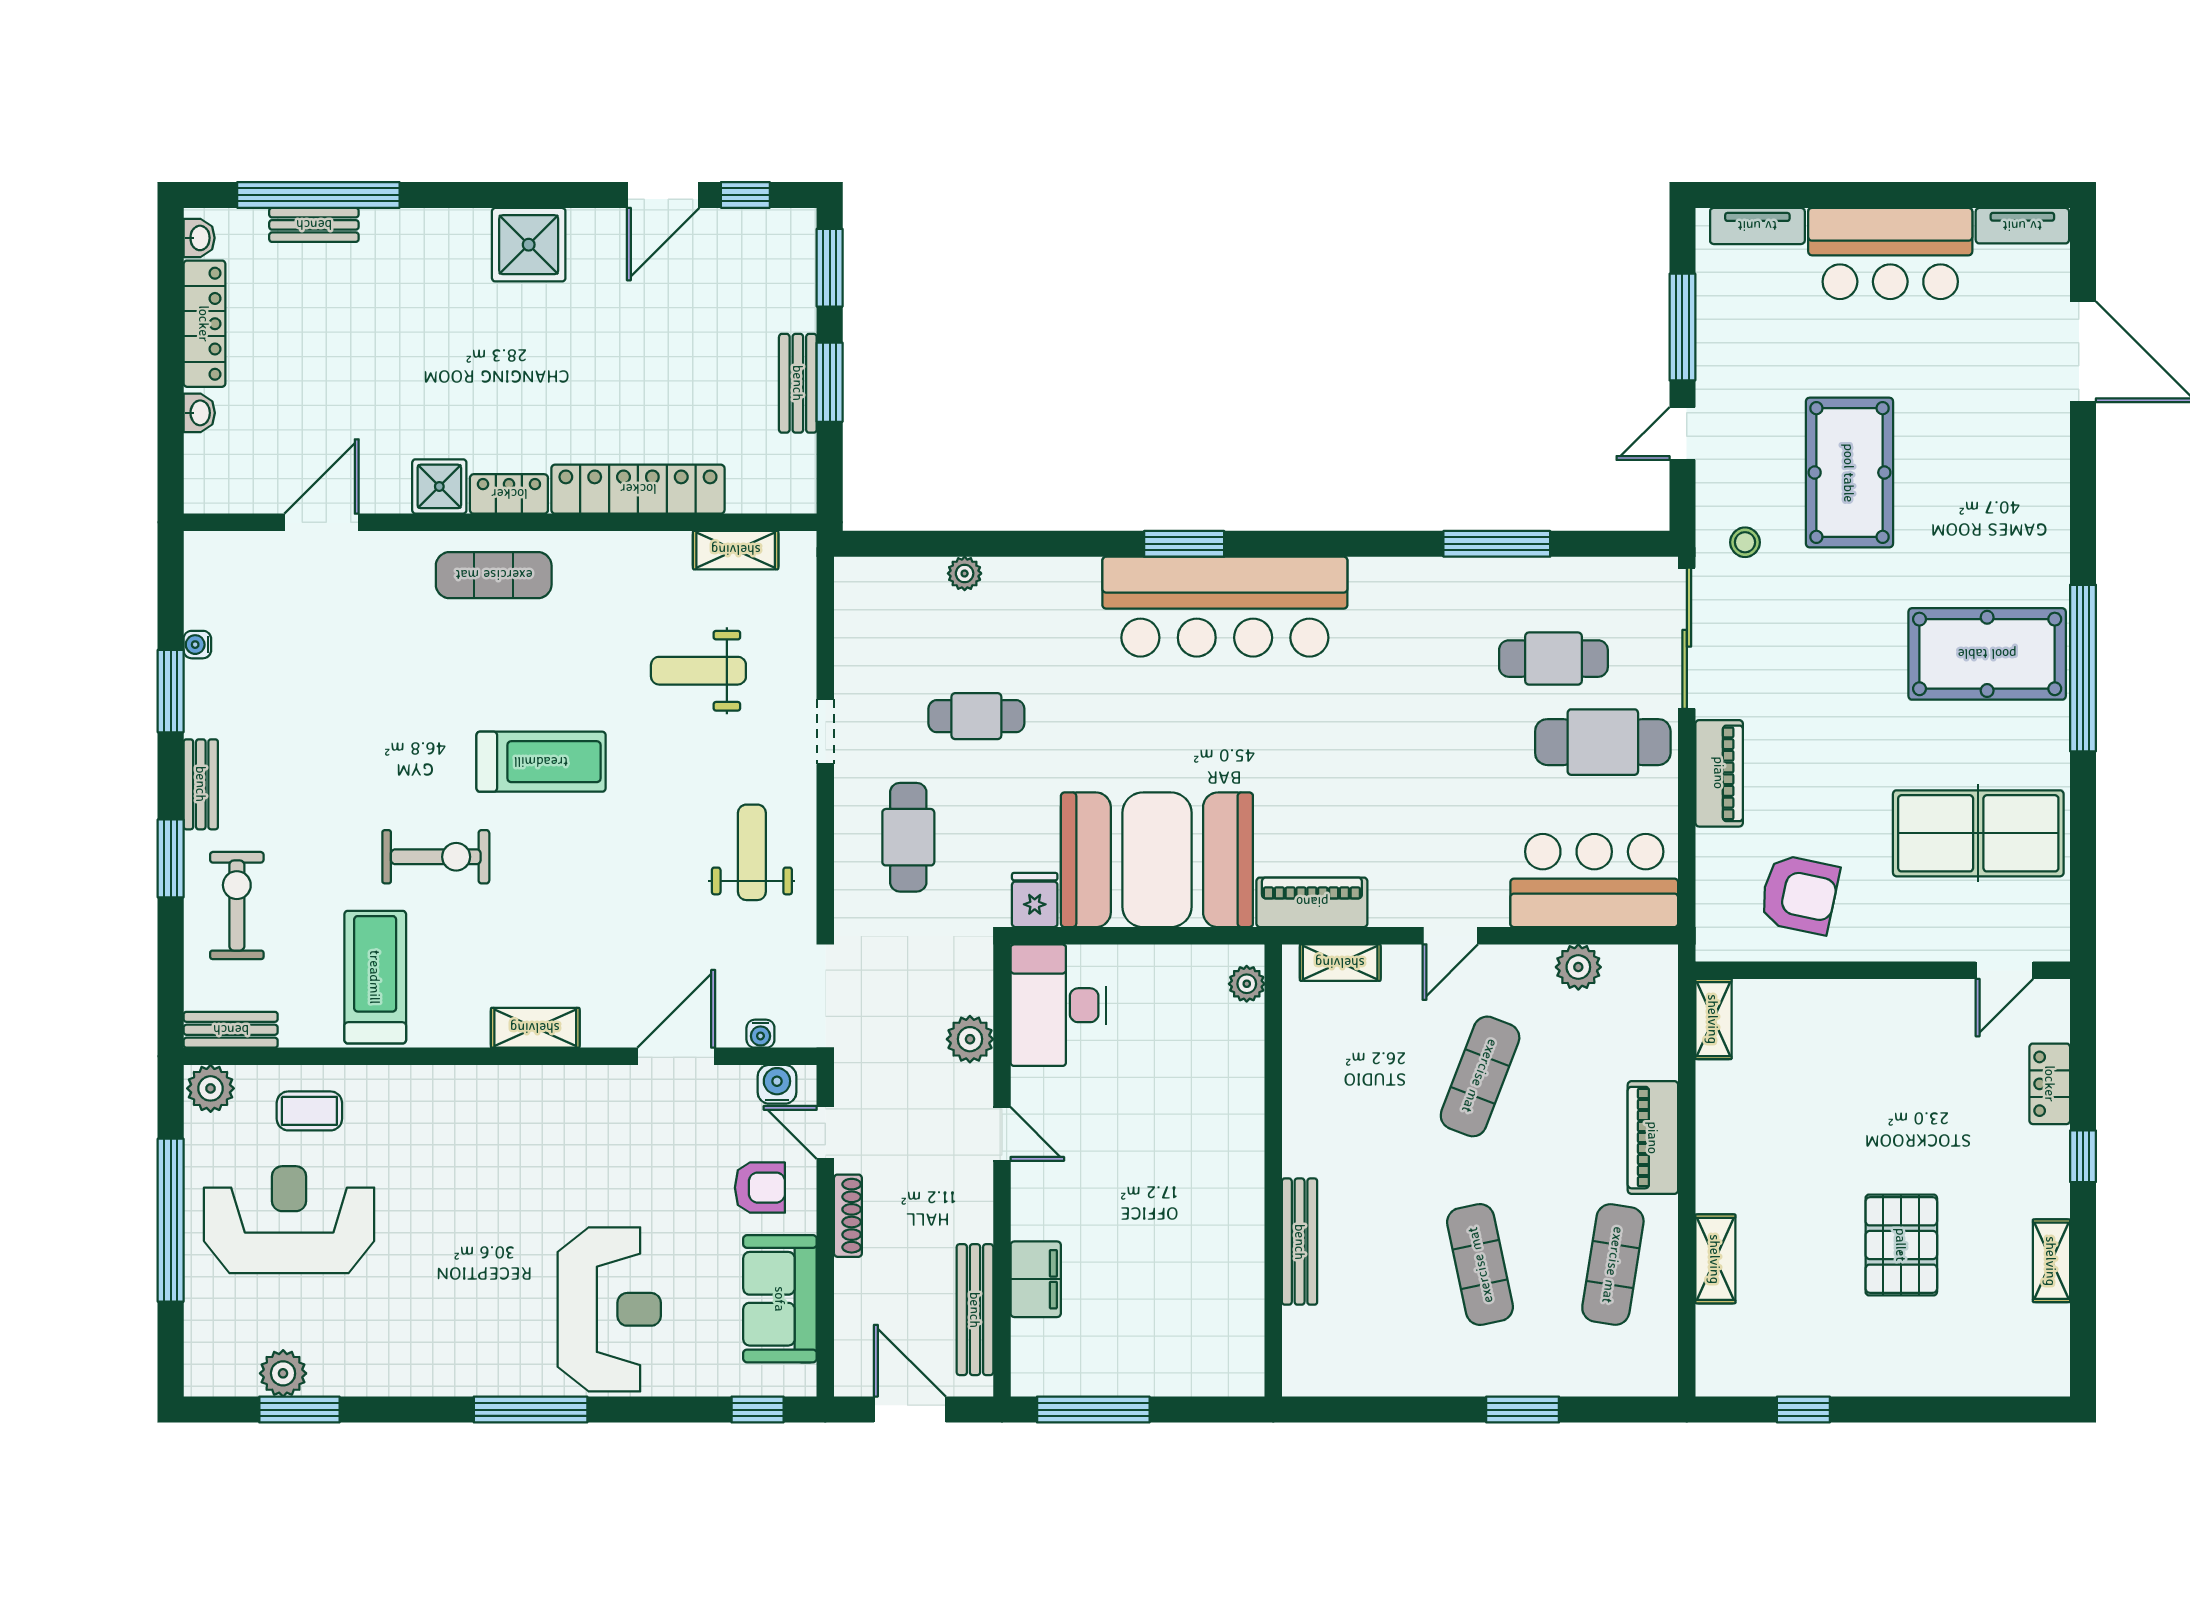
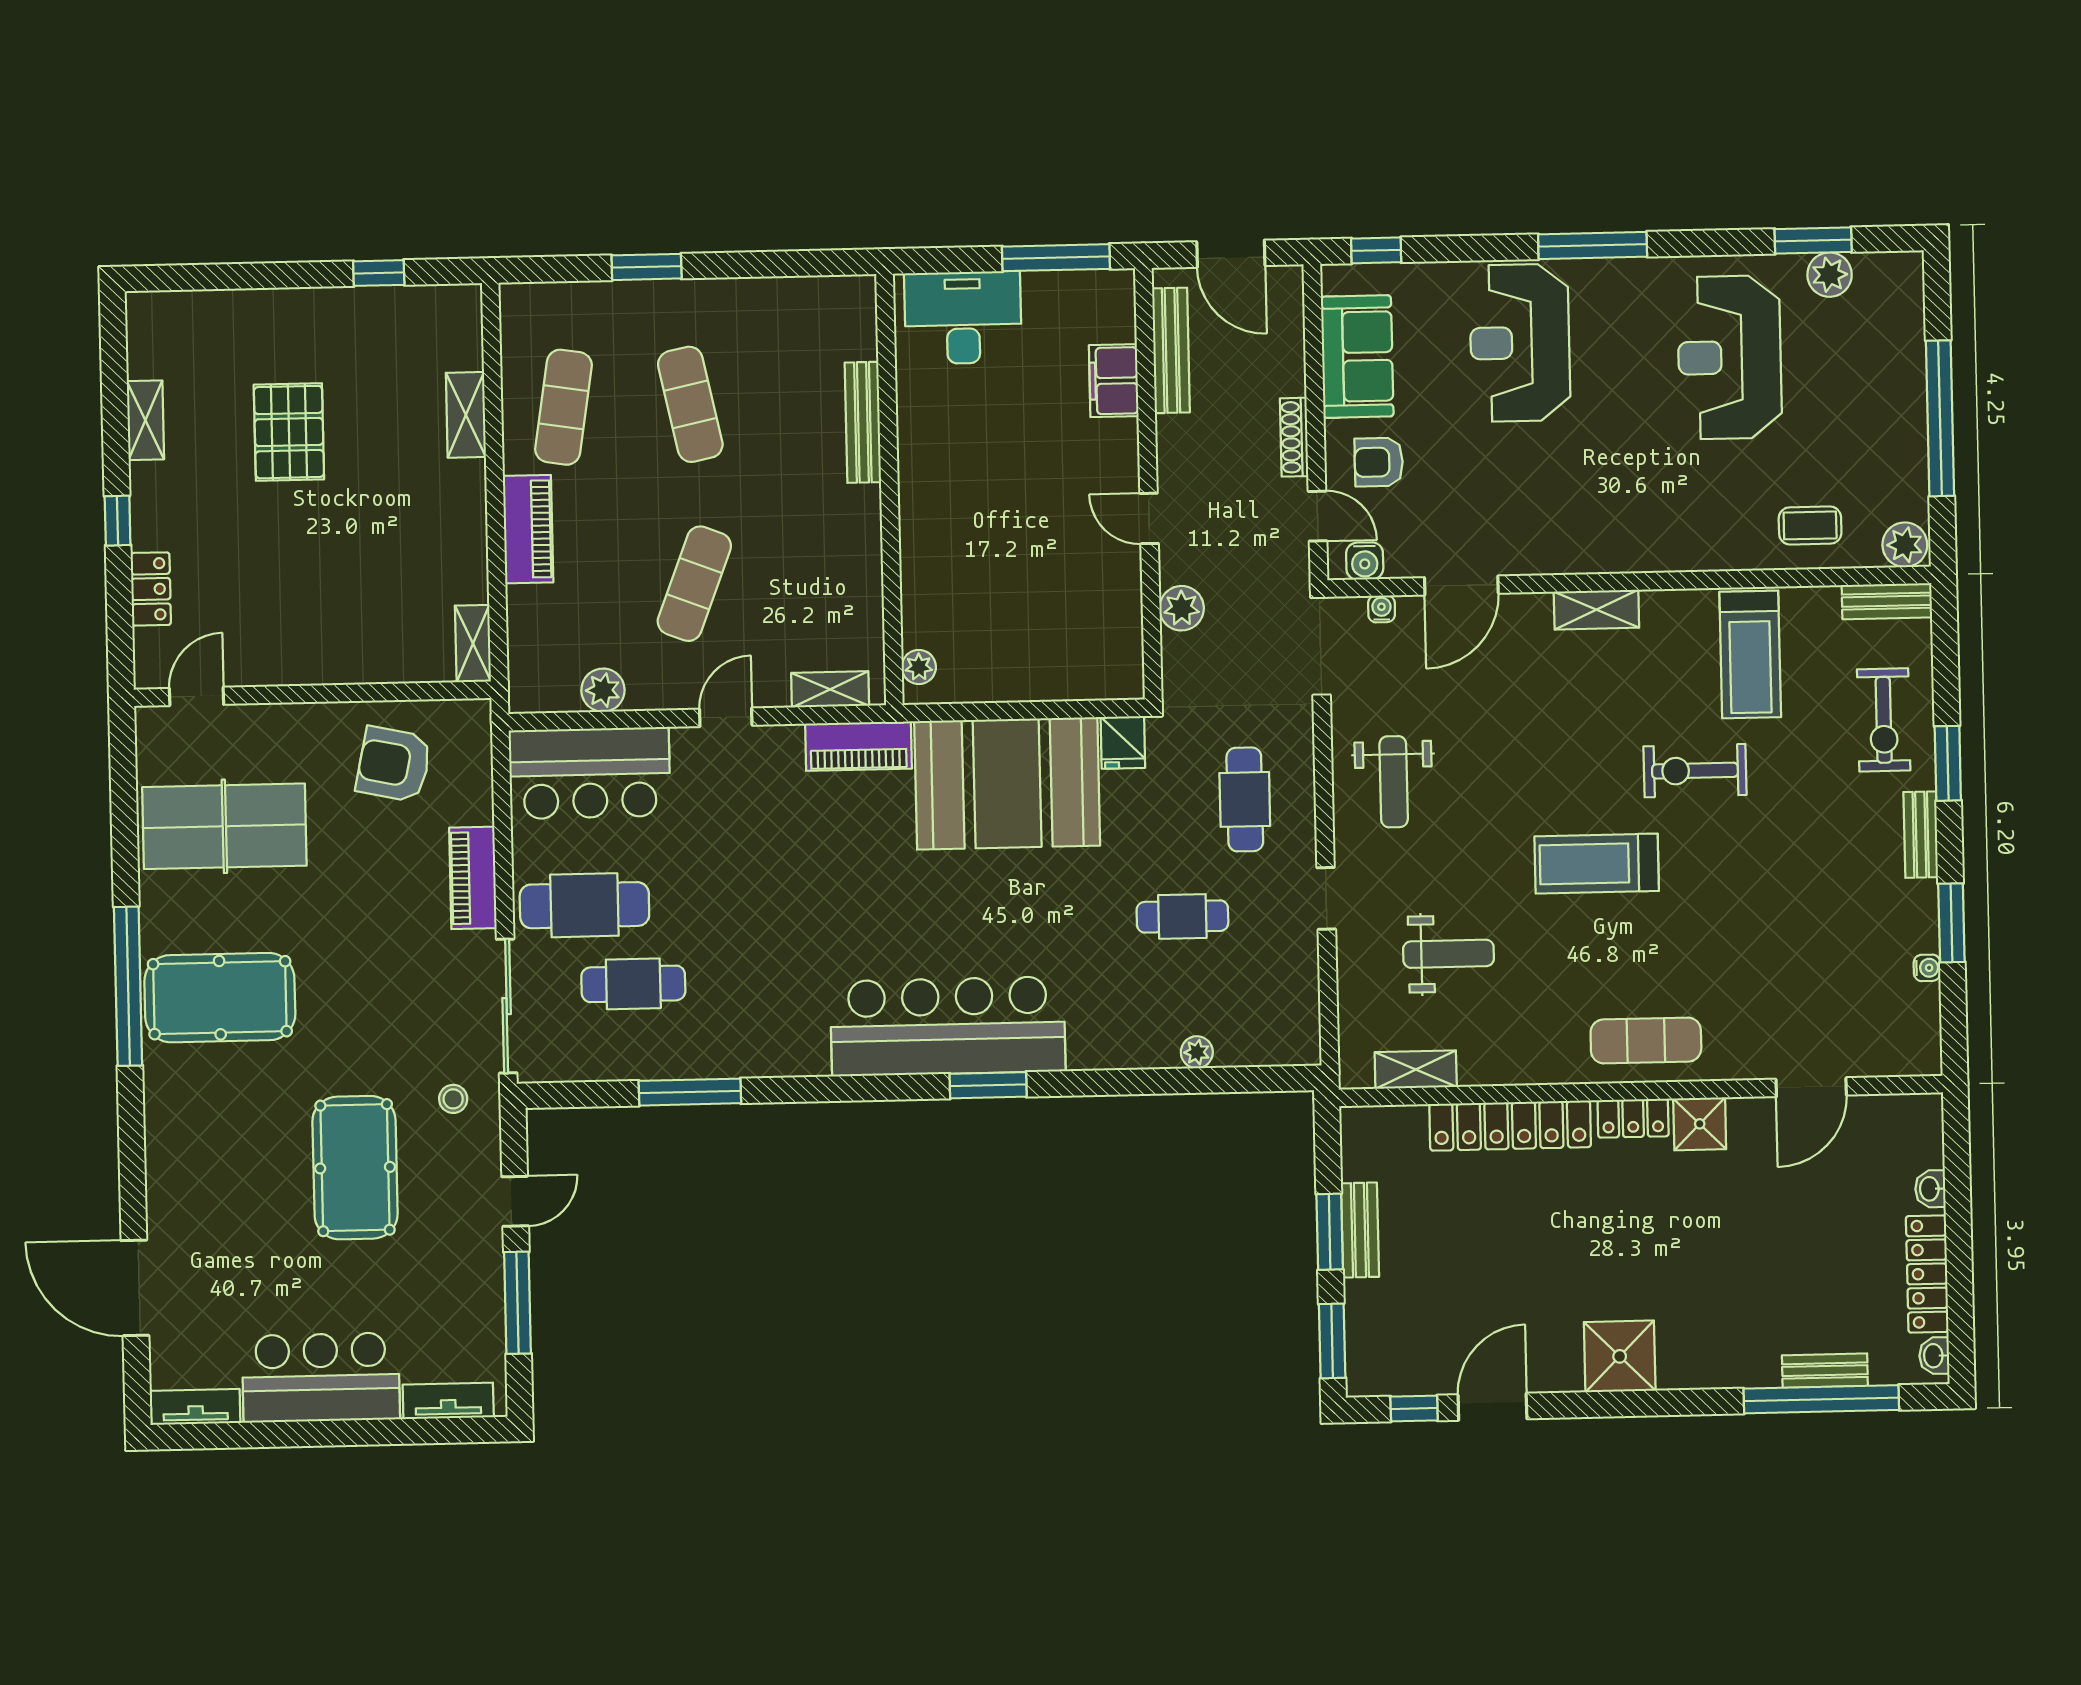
desk: (1058, 1005) -> (963, 318), moved, turned -90
reception desk: (289, 1220) -> (1730, 357), moved, turned 90

